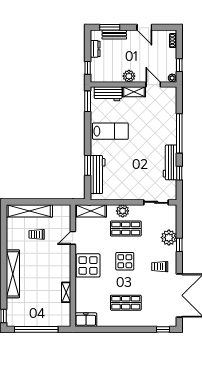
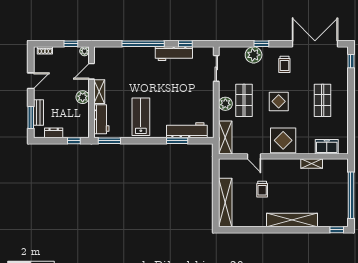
trolley: (37, 234) -> (262, 189), moved
freezer: (86, 320) -> (327, 147), moved, turned 90

